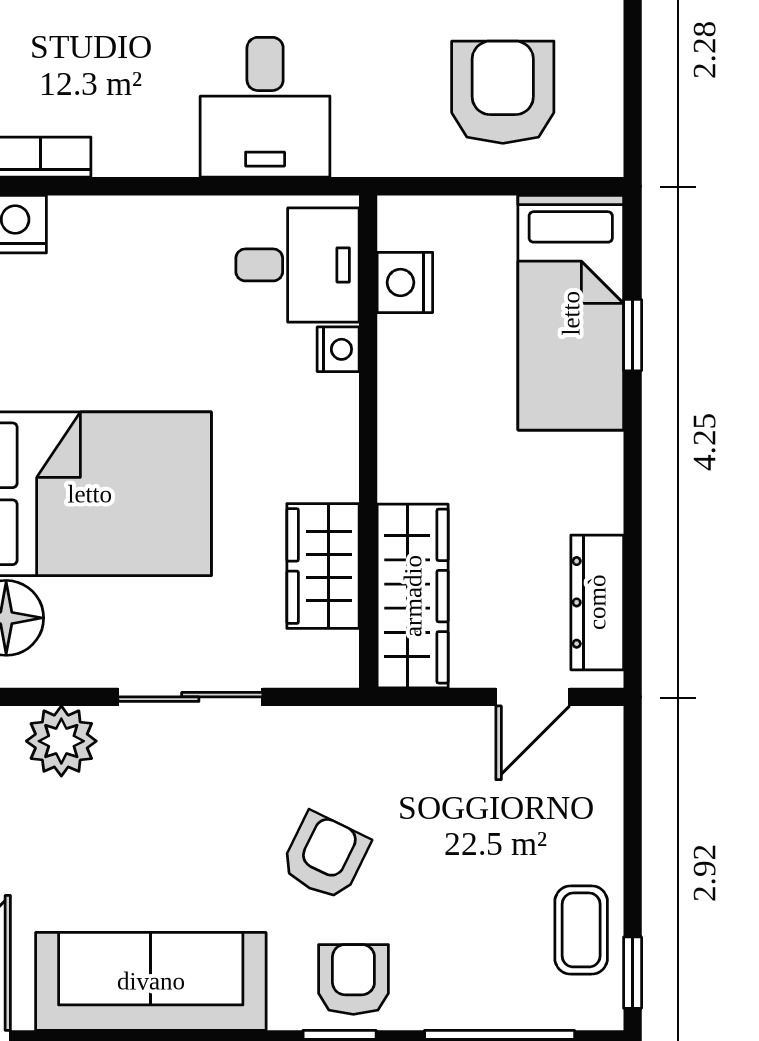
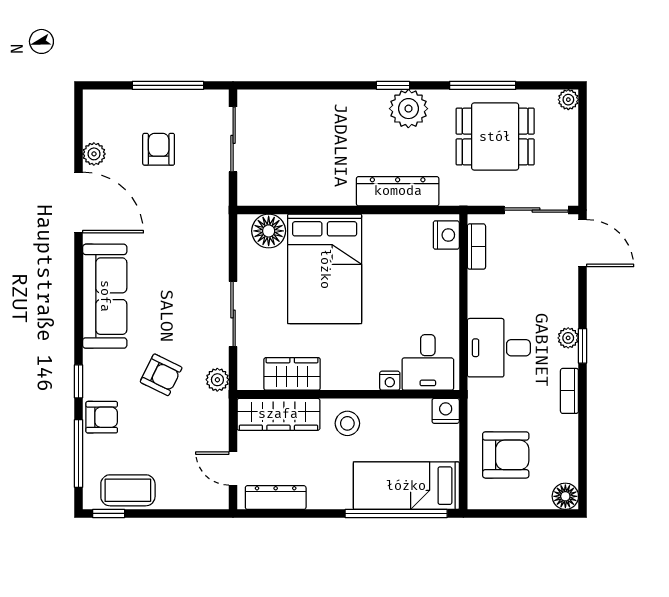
nightstand: (405, 282) -> (446, 411), moved
window: (633, 335) -> (396, 513), width x3.17
stool: (433, 443) -> (347, 423), added
plant: (61, 741) -> (217, 380), moved, width x0.73, depth x0.73
coffee table: (581, 930) -> (128, 490), width x1.36, depth x1.30
armchair: (353, 979) -> (102, 417), moved

